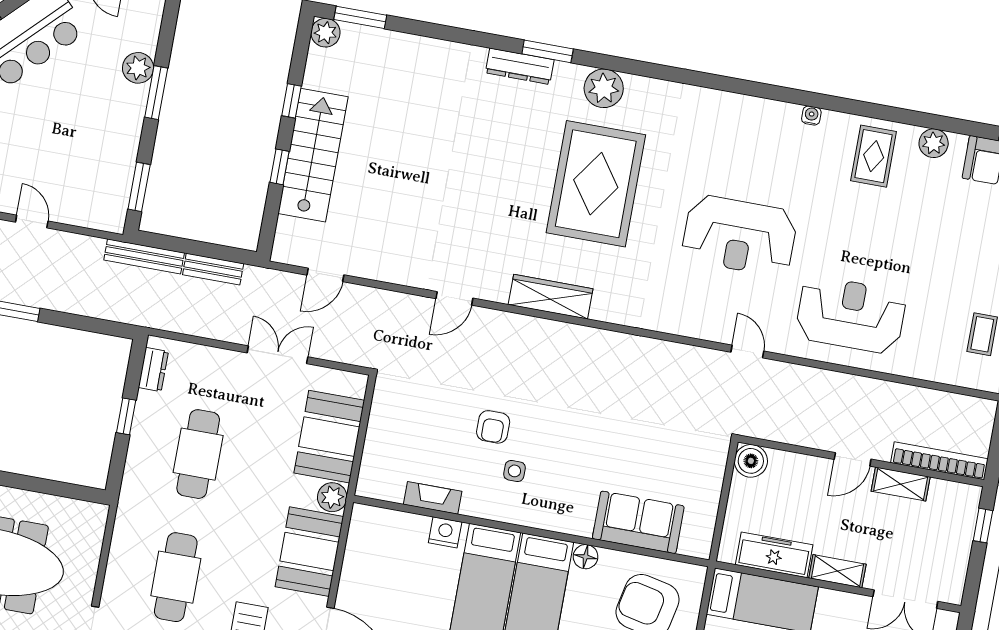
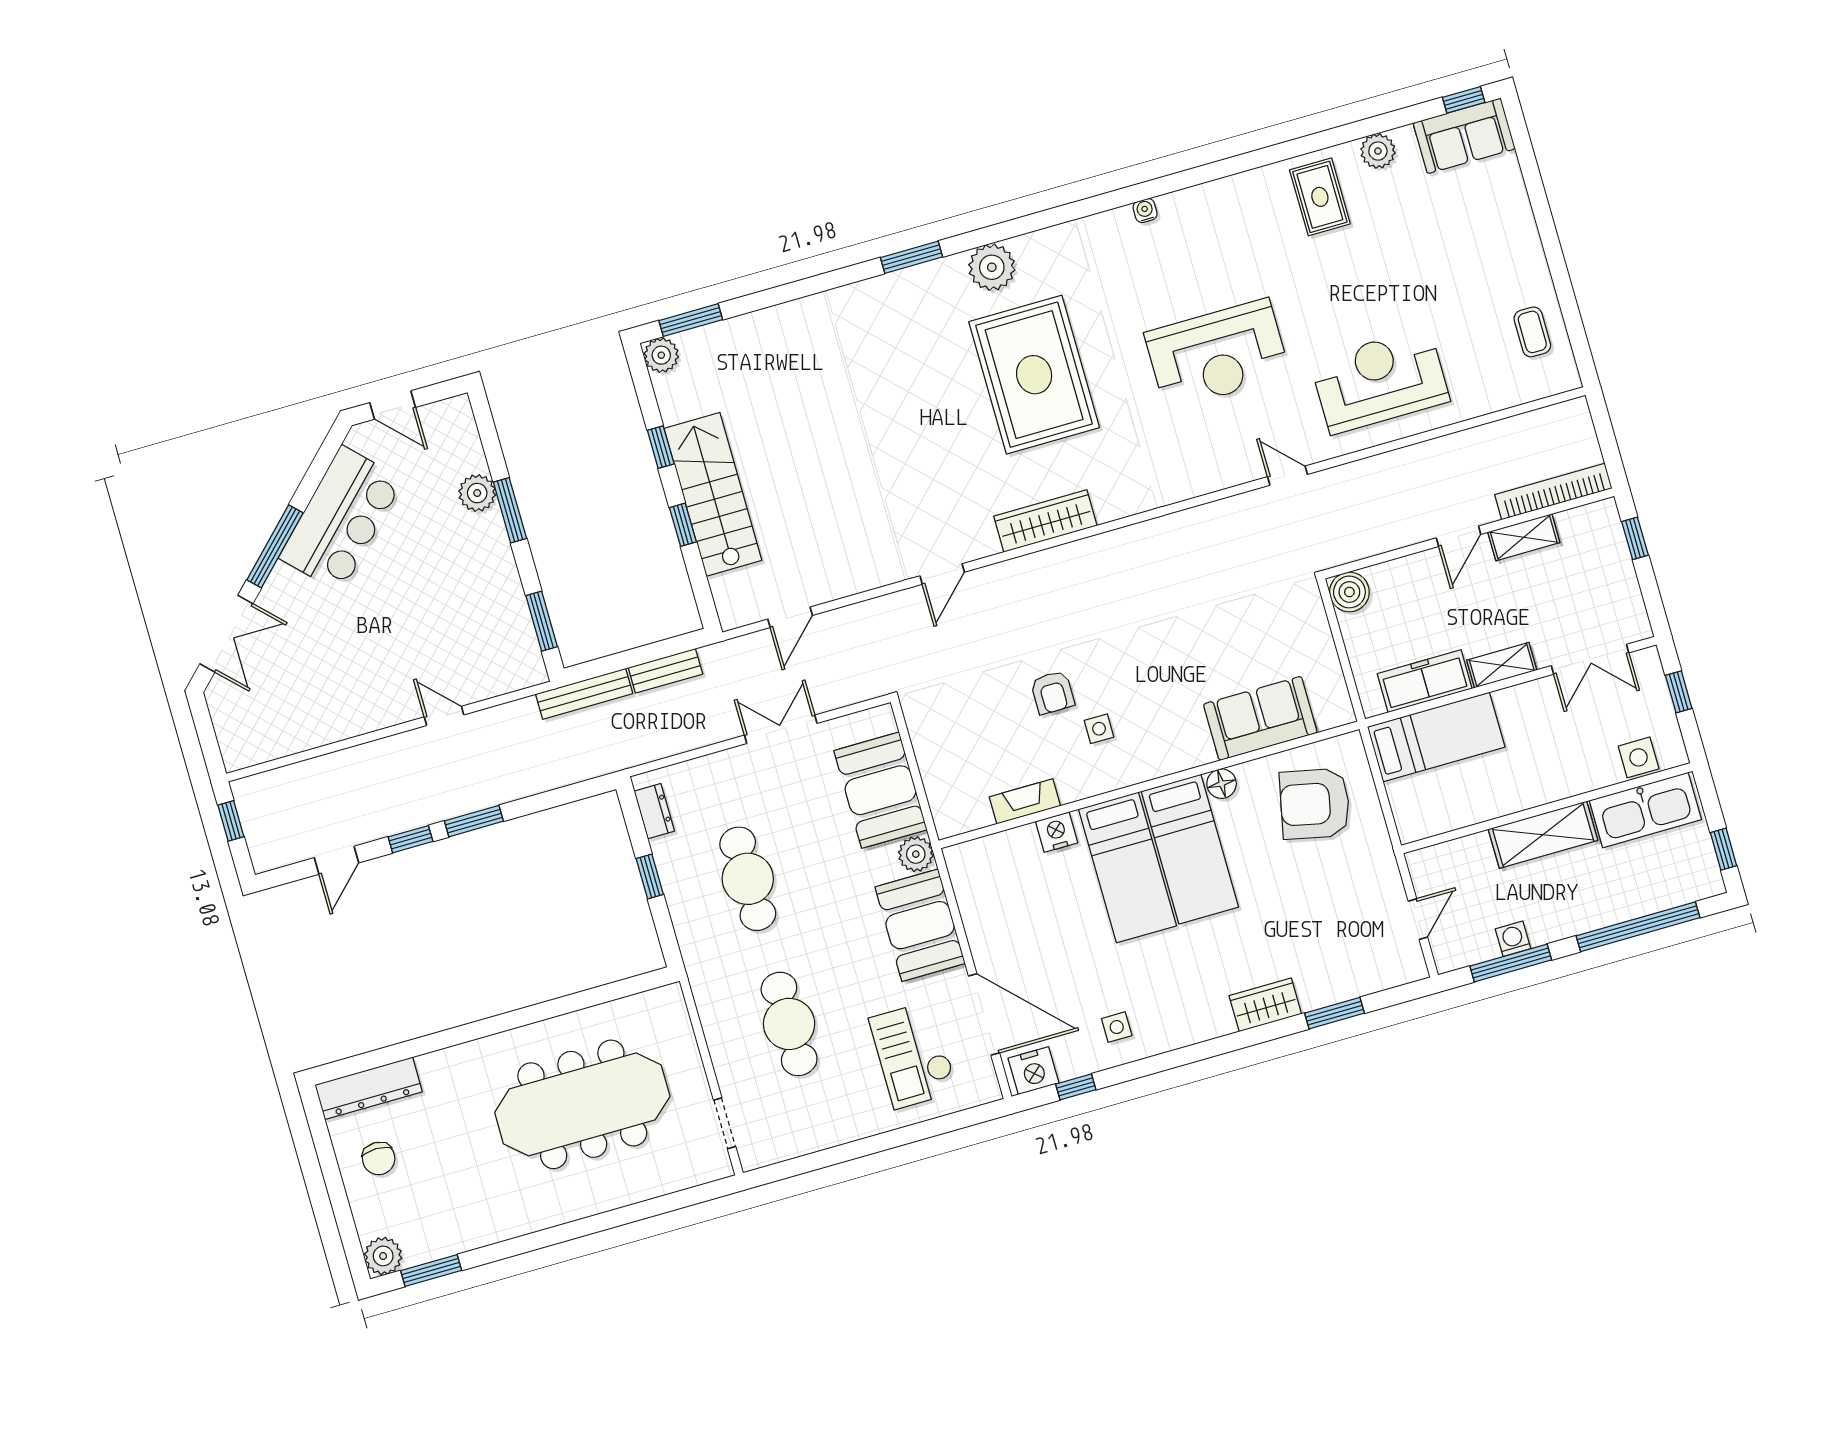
dresser: (520, 66) -> (889, 288), removed
water cooler: (811, 115) -> (1145, 211), moved

